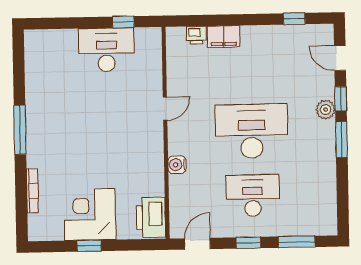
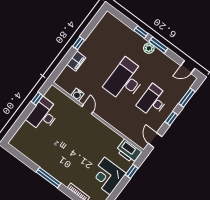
window: (294, 19) -> (79, 43), moved
printer: (196, 35) -> (67, 72), removed
door: (340, 58) -> (188, 67), moved
plant: (326, 110) -> (149, 48), moved
water cooler: (177, 165) -> (77, 95), moved
window: (89, 246) -> (132, 171), moved

